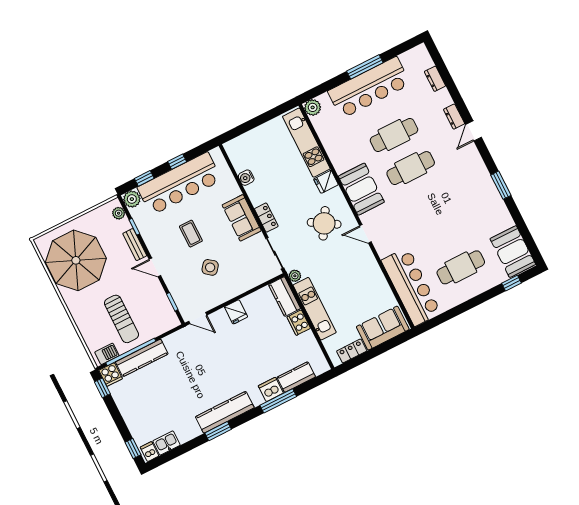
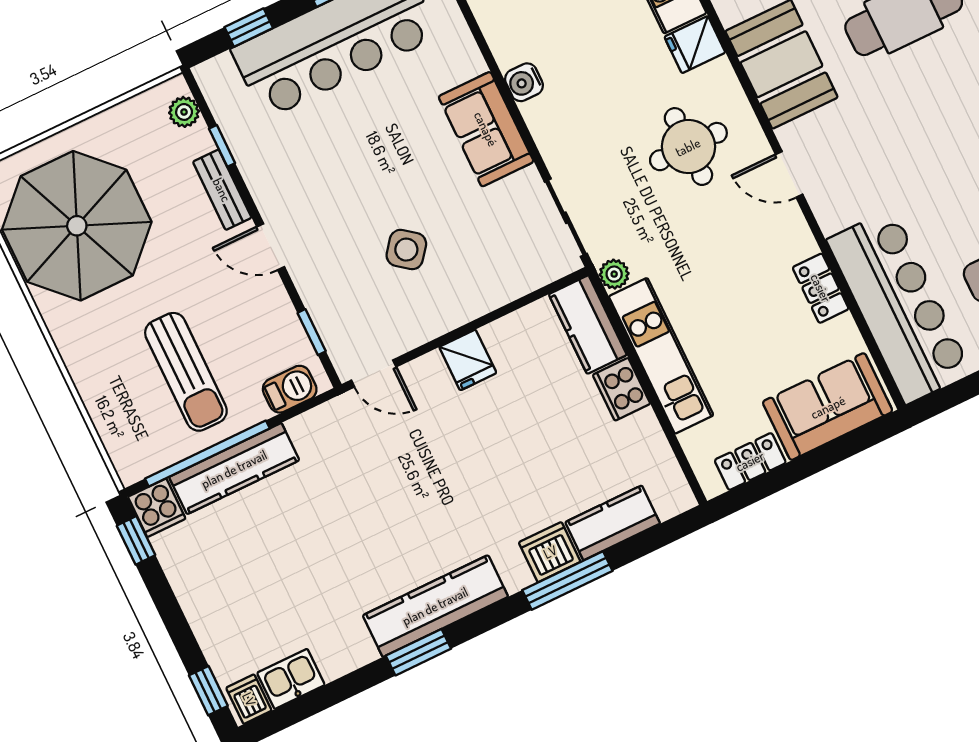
water cooler: (246, 178) -> (524, 82), moved
plant: (132, 199) -> (217, 78), removed
locker: (266, 218) -> (821, 288), moved, turned 180
round table: (324, 223) -> (688, 147), turned -31
coffee table: (191, 234) -> (361, 165), removed
barbecue: (107, 354) -> (290, 389), moved

